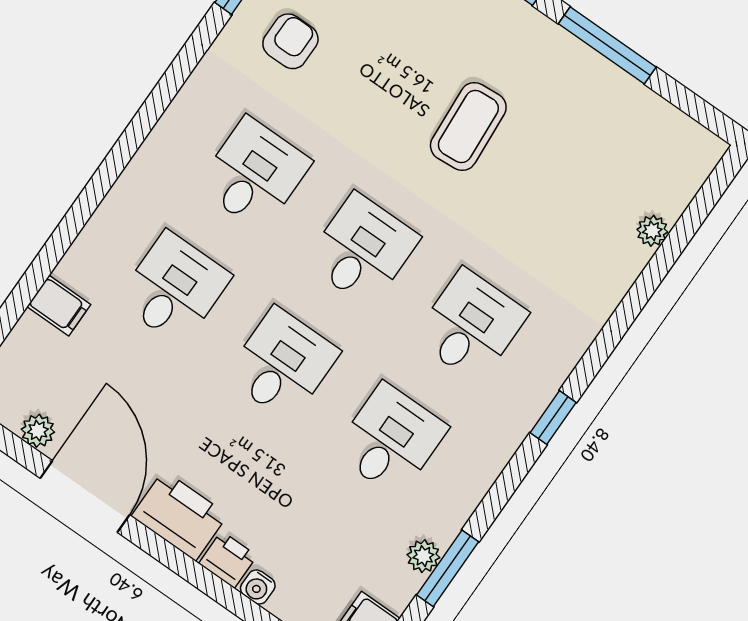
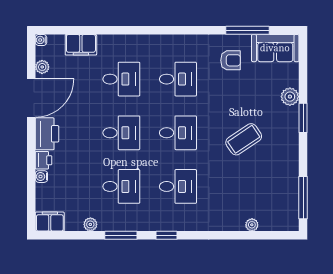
window: (607, 45) -> (303, 198), moved
coffee table: (468, 126) -> (244, 139), turned -30
filing cabinet: (59, 306) -> (81, 45), width x2.00
window: (448, 568) -> (121, 235), moved

